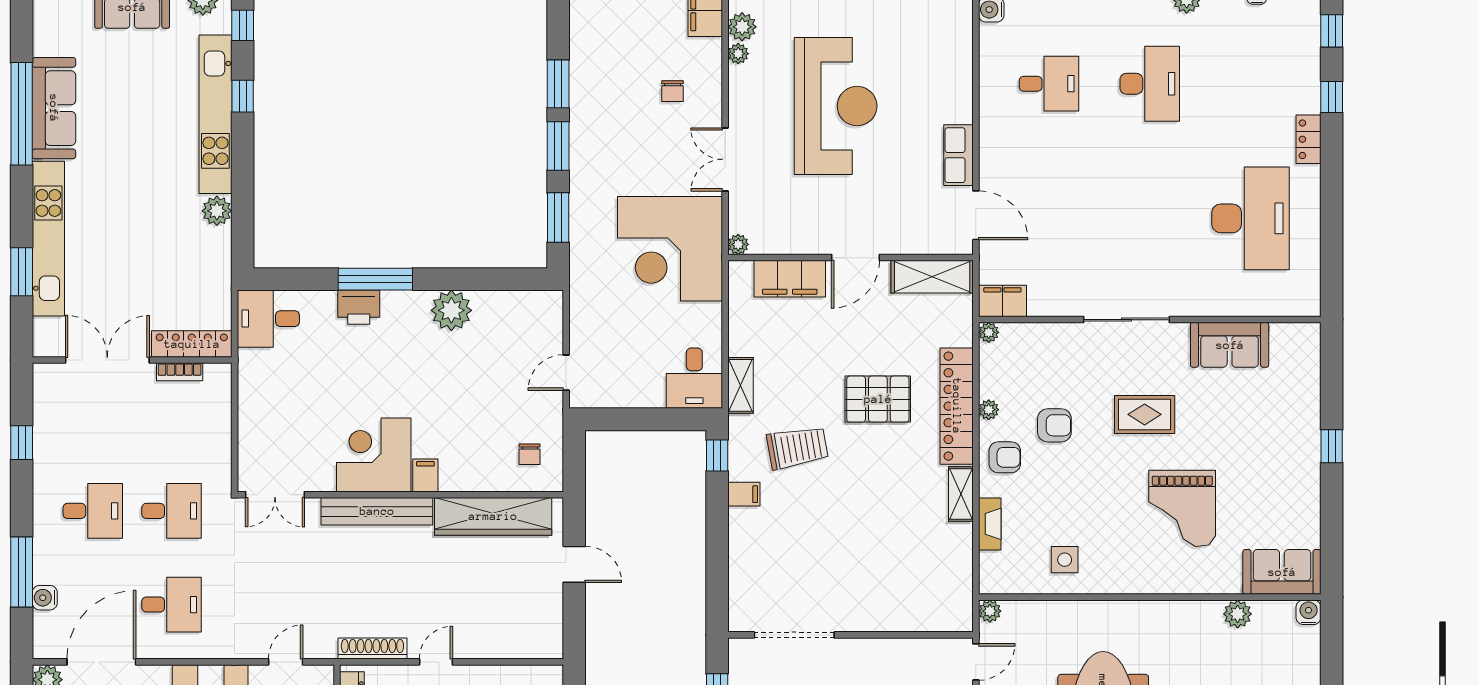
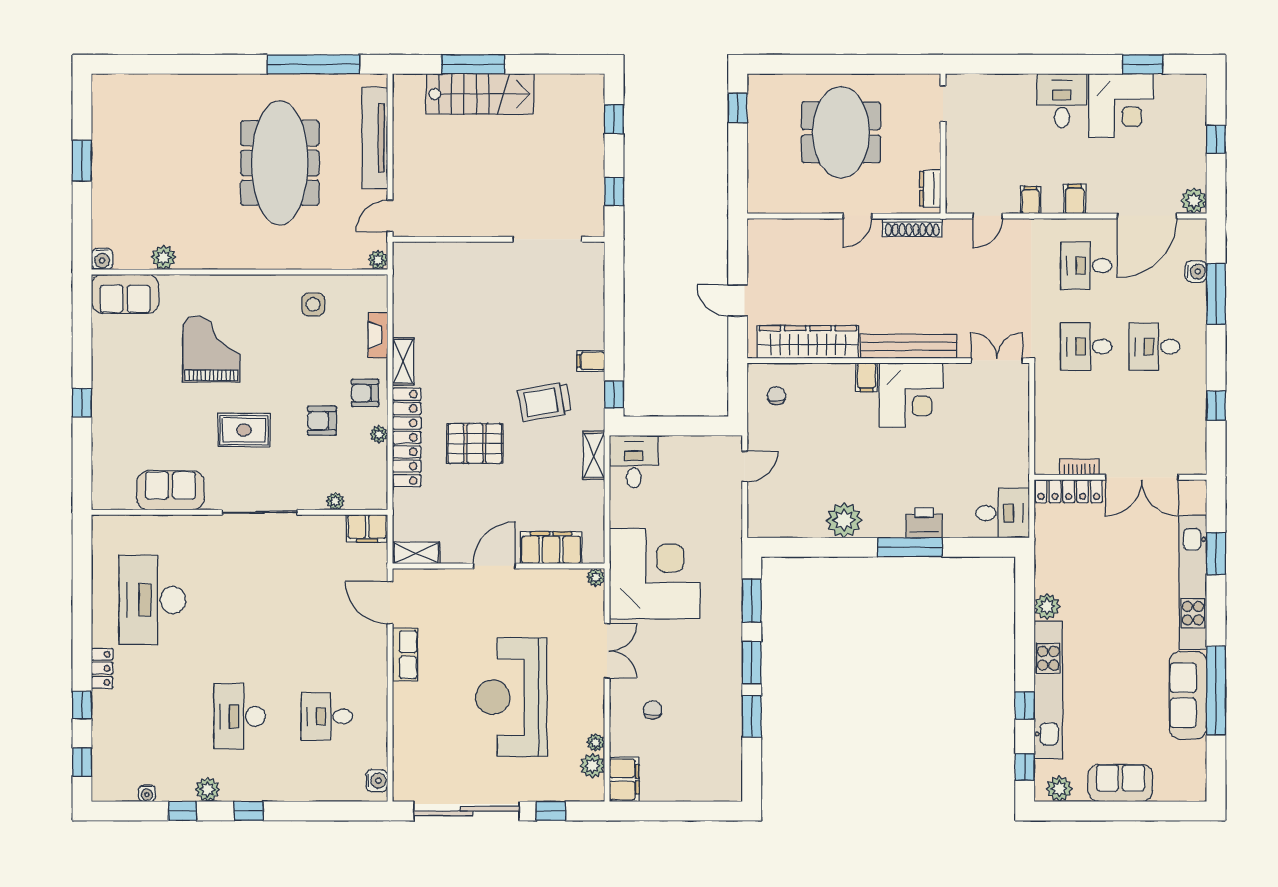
shelving: (932, 277) -> (416, 553), width x0.67, depth x0.75
plant: (989, 332) -> (335, 501), moved

